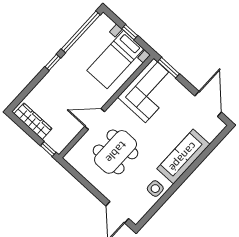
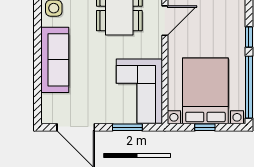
bed with nightstands: (115, 60) -> (205, 91), width x1.36
window: (169, 68) -> (127, 127), moved

